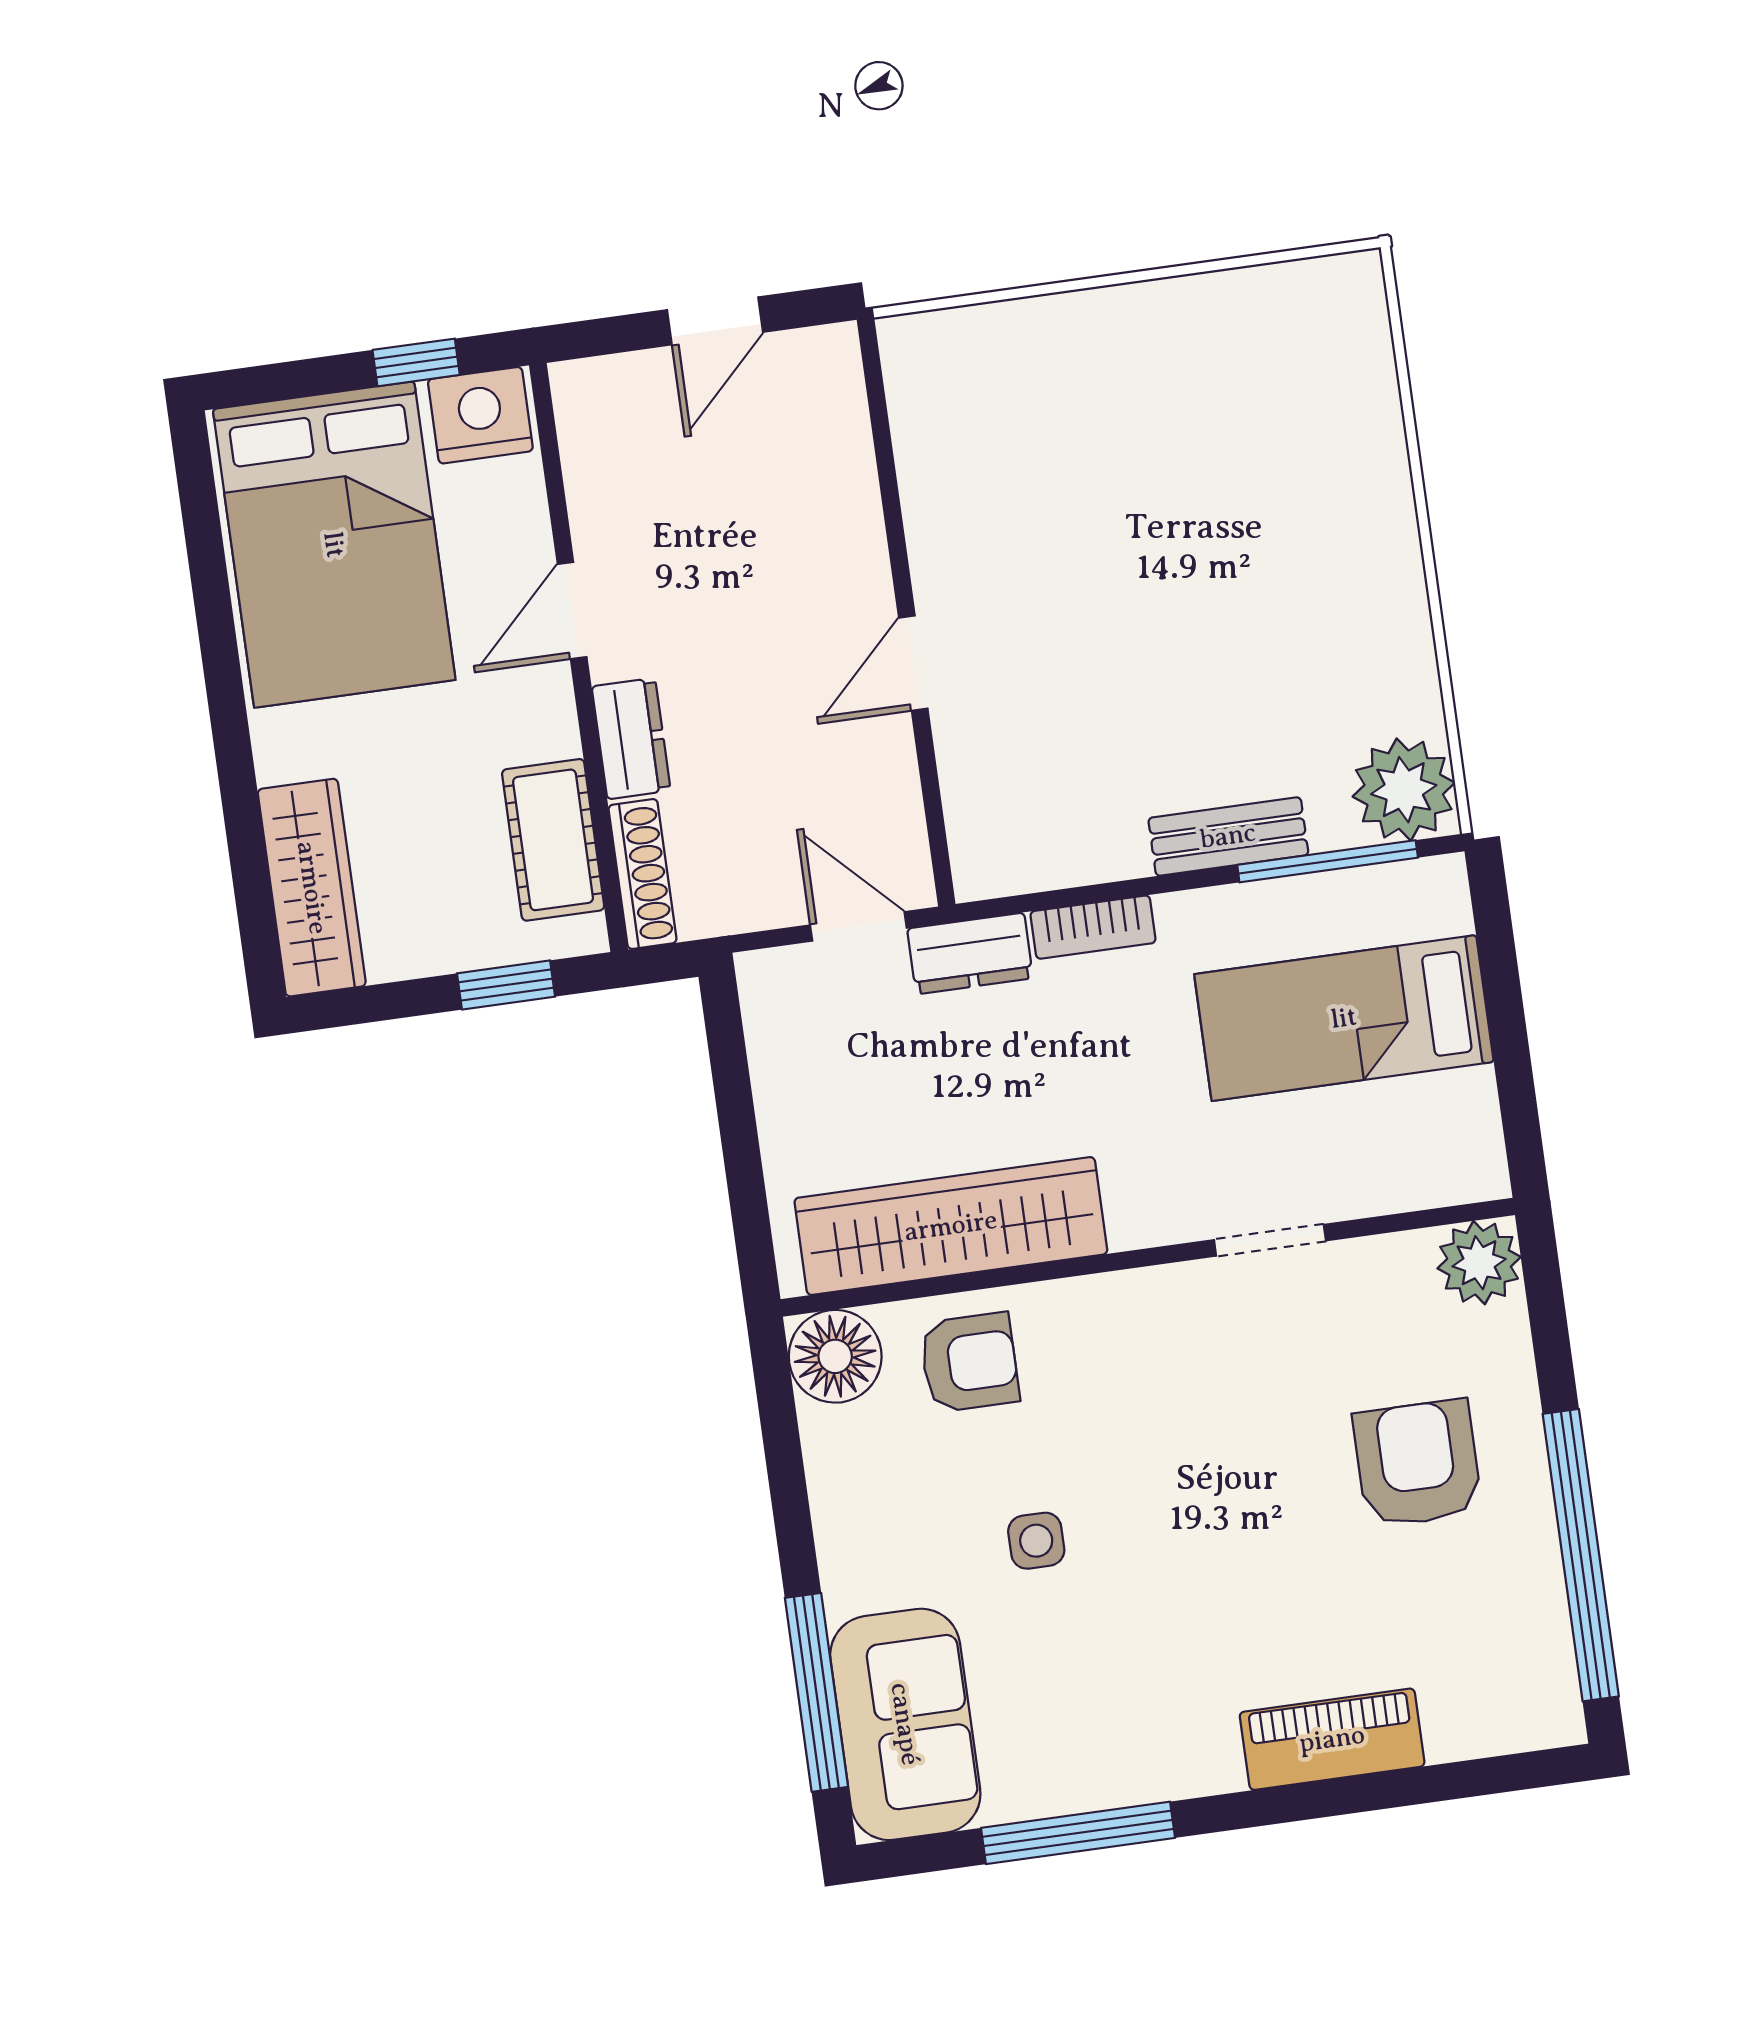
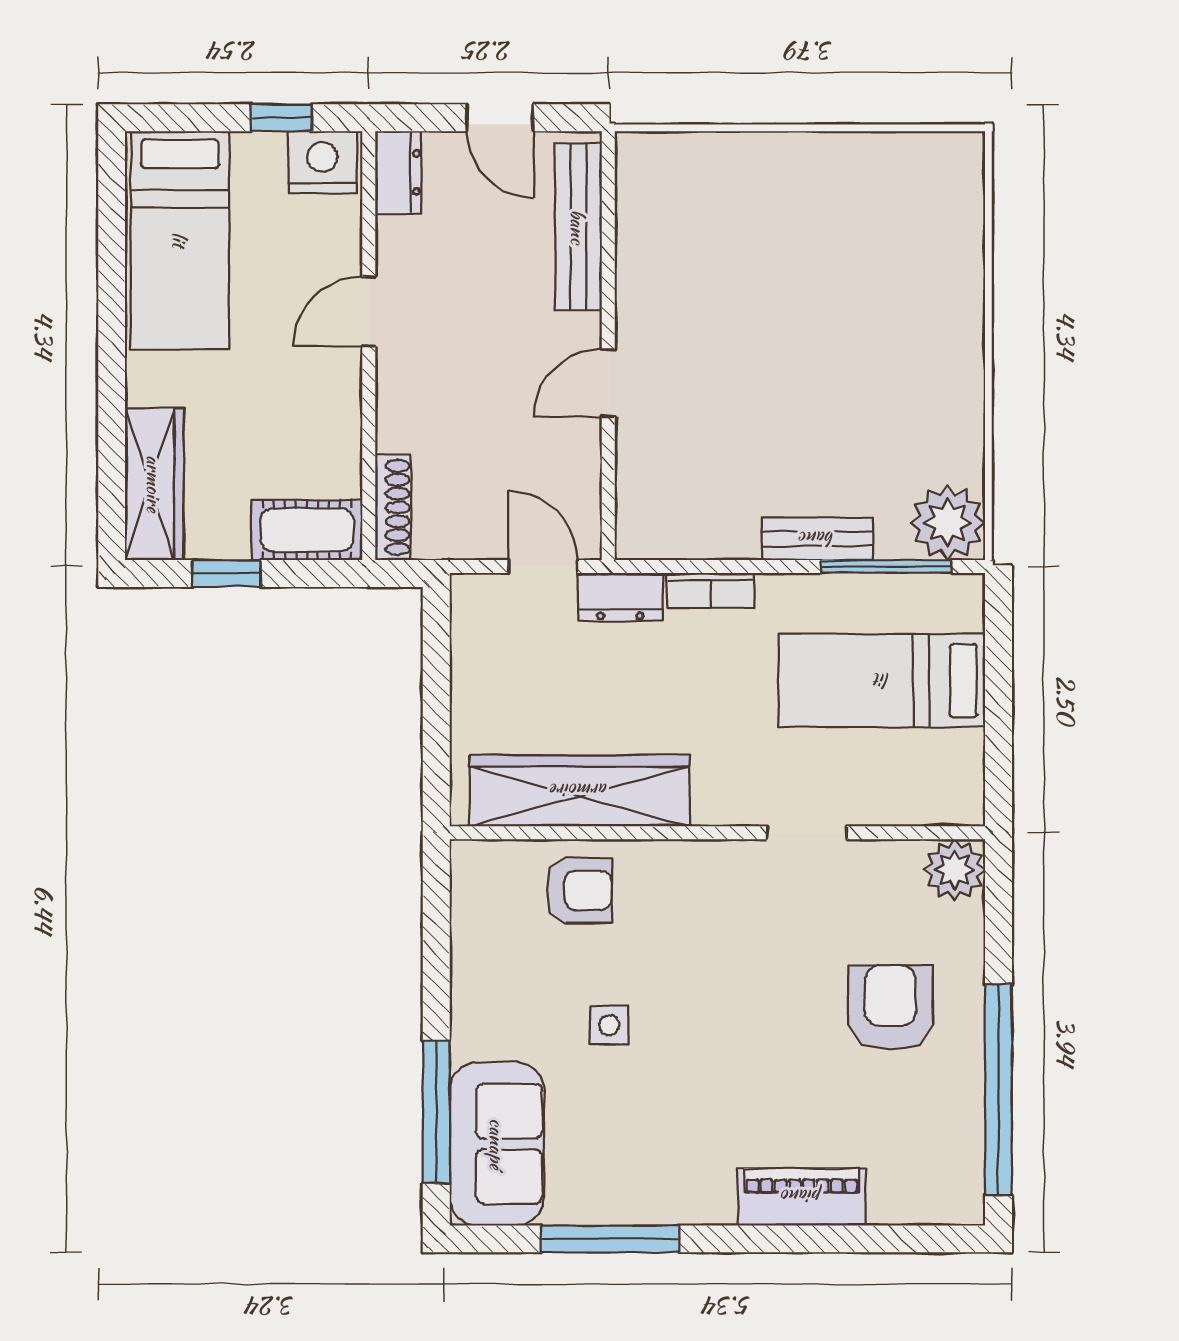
door: (715, 321) -> (500, 118), hinge flipped
bench: (843, 456) -> (578, 227), added
bed: (334, 545) -> (180, 240), width x0.67
dresser: (631, 739) -> (398, 172), moved
cot: (553, 840) -> (307, 530), moved, turned 90
window: (506, 985) -> (226, 573), moved
floor lamp: (835, 1356) -> (483, 873), removed

